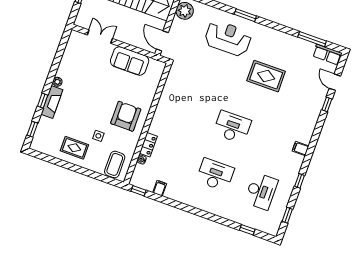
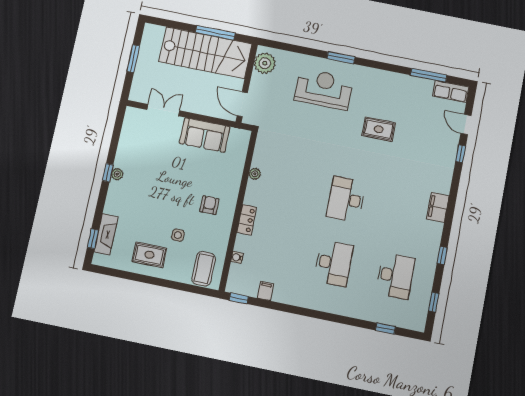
rug: (266, 76) -> (379, 129), width x0.73, depth x0.70
plant: (164, 97) -> (255, 174), added
window: (43, 101) -> (108, 173), moved
fireplace: (52, 102) -> (106, 234), moved
armchair: (126, 116) -> (209, 205), width x0.53, depth x0.53
desk: (232, 127) -> (346, 199), turned -90
locker: (148, 145) -> (247, 220), moved
filing cabinet: (301, 149) -> (438, 207), width x2.00
desk: (215, 175) -> (334, 263), turned 90

